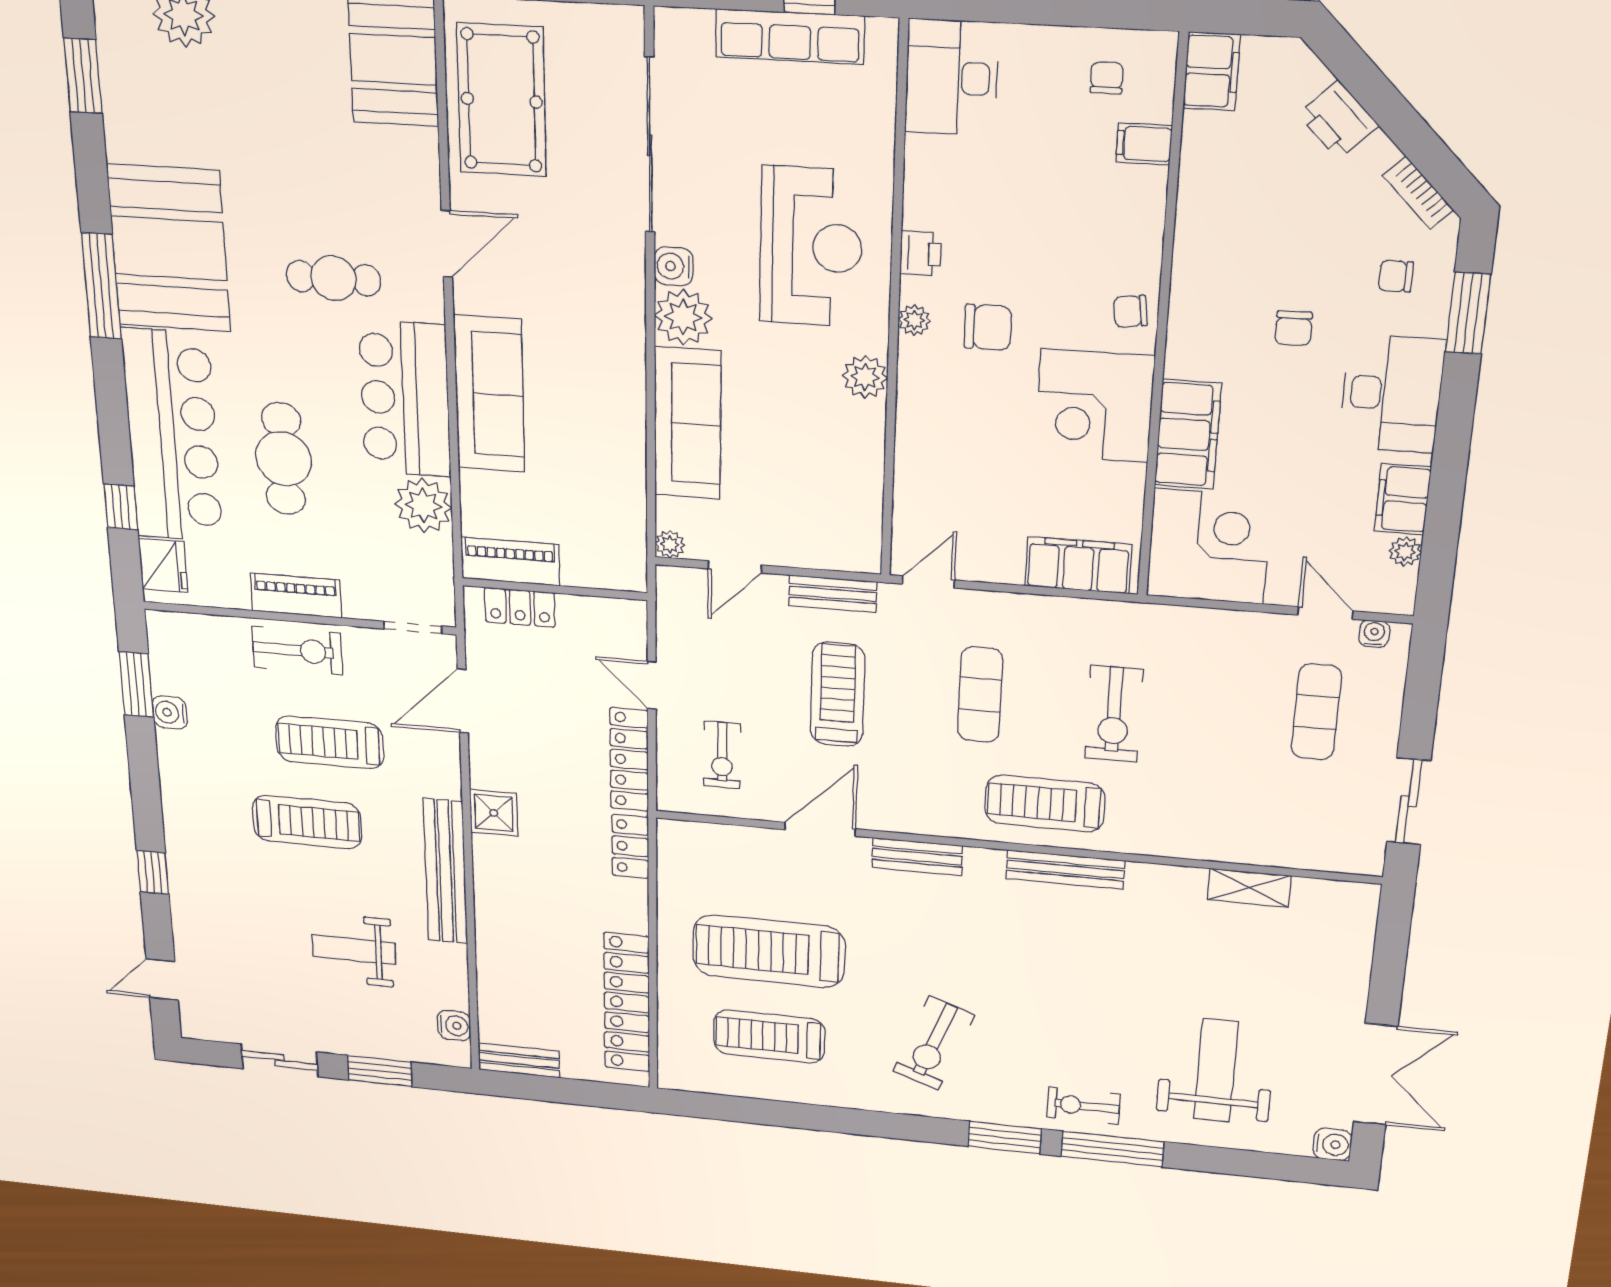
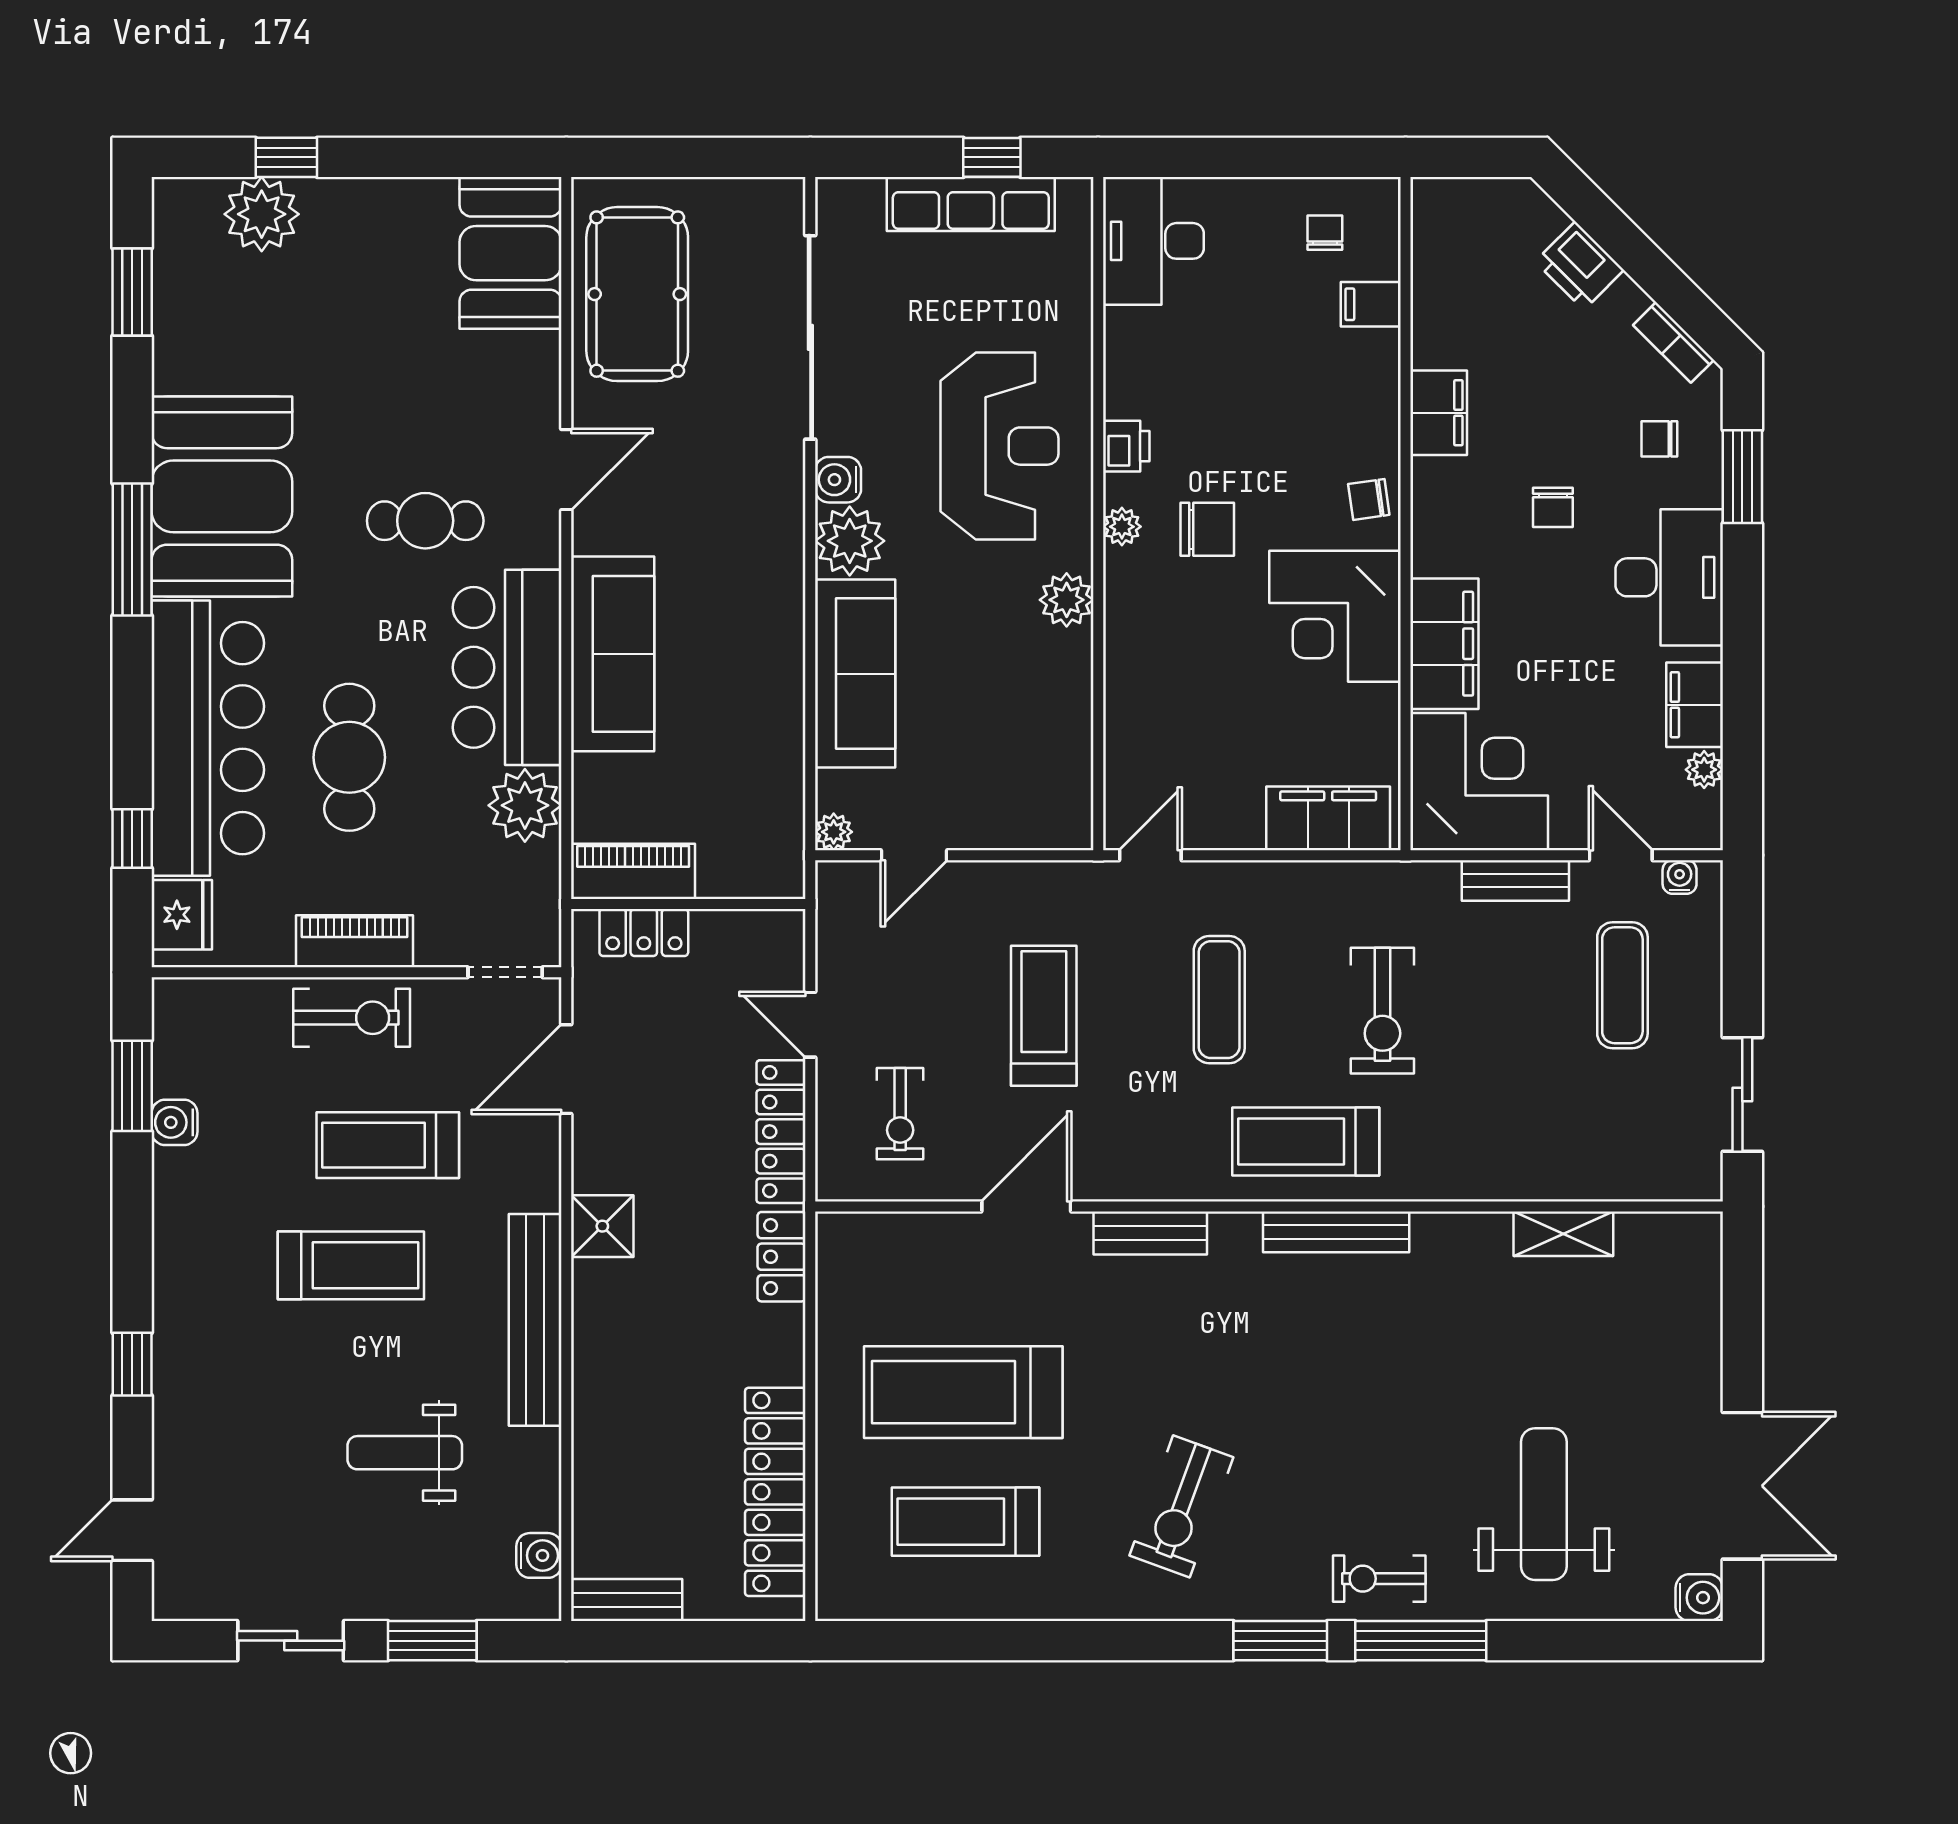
filing cabinet: (1212, 71) -> (1439, 413), moved
bench: (833, 594) -> (1515, 880), moved

